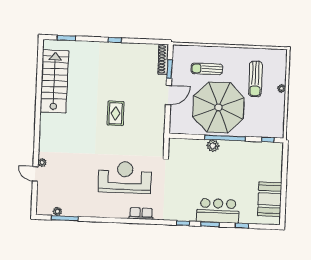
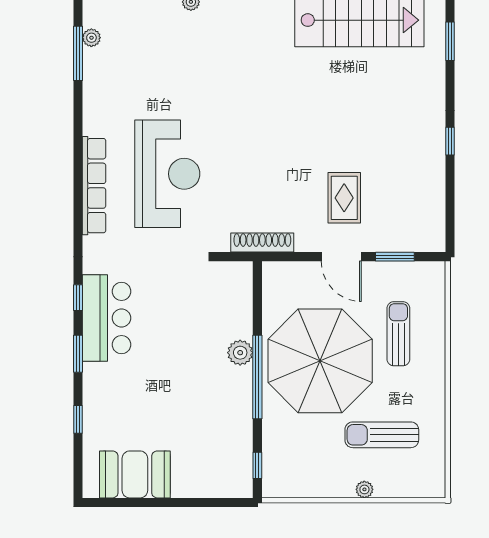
shoe rack: (163, 59) -> (262, 243), moved
rug: (116, 113) -> (344, 198), moved, turned 90
bar counter: (218, 211) -> (107, 318), moved
row of seats: (141, 214) -> (94, 186), width x2.02

